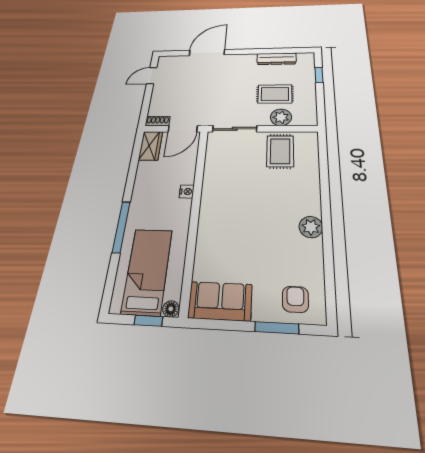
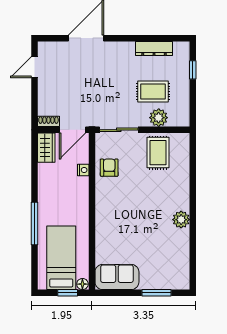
nightstand: (187, 192) -> (83, 170), moved
armchair: (295, 299) -> (109, 168), moved

